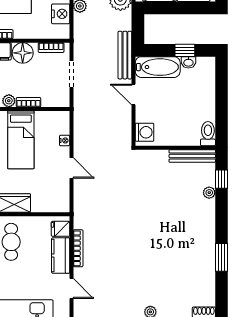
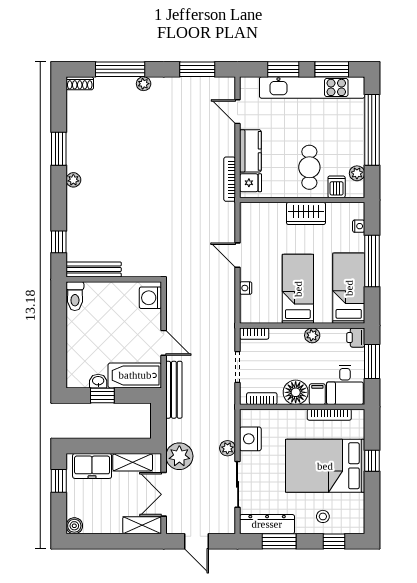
bookcase: (28, 102) -> (254, 334), moved
plant: (209, 193) -> (73, 180), moved
bookcase: (78, 248) -> (230, 179), moved

